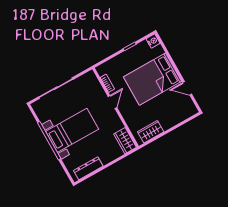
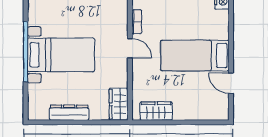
bed: (152, 79) -> (195, 56), width x0.67
door: (112, 102) -> (130, 48), hinge flipped
dresser: (88, 168) -> (69, 113), moved

